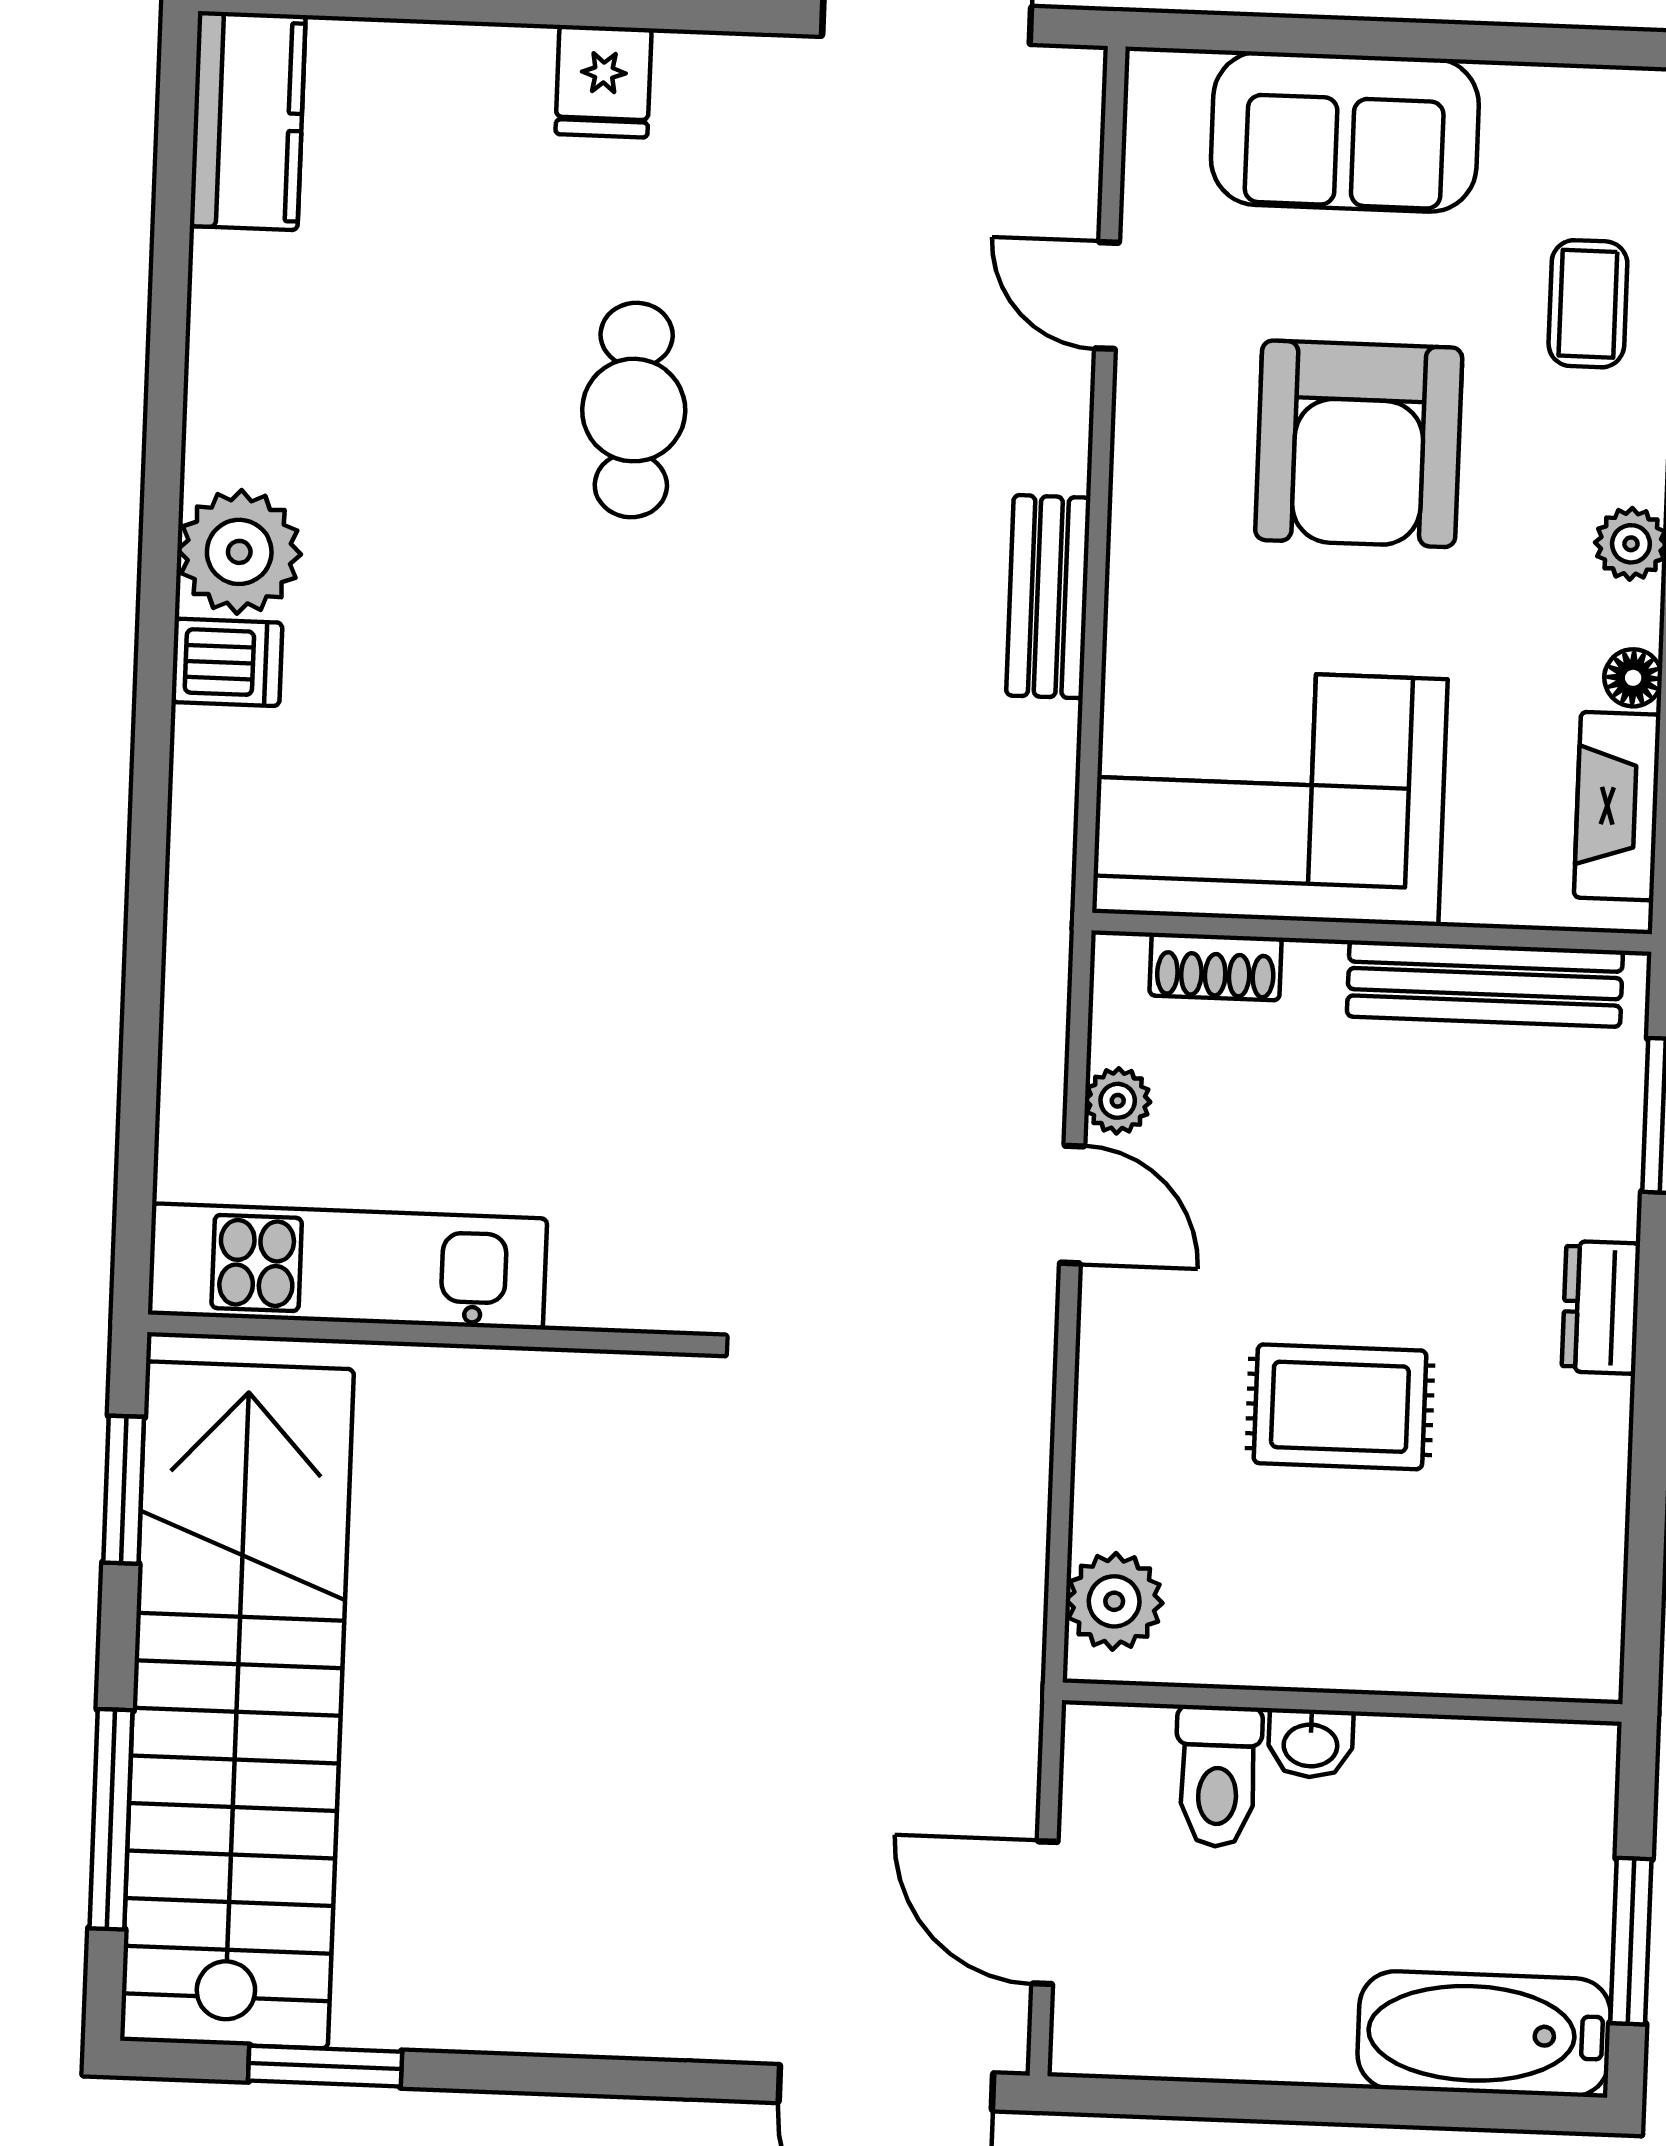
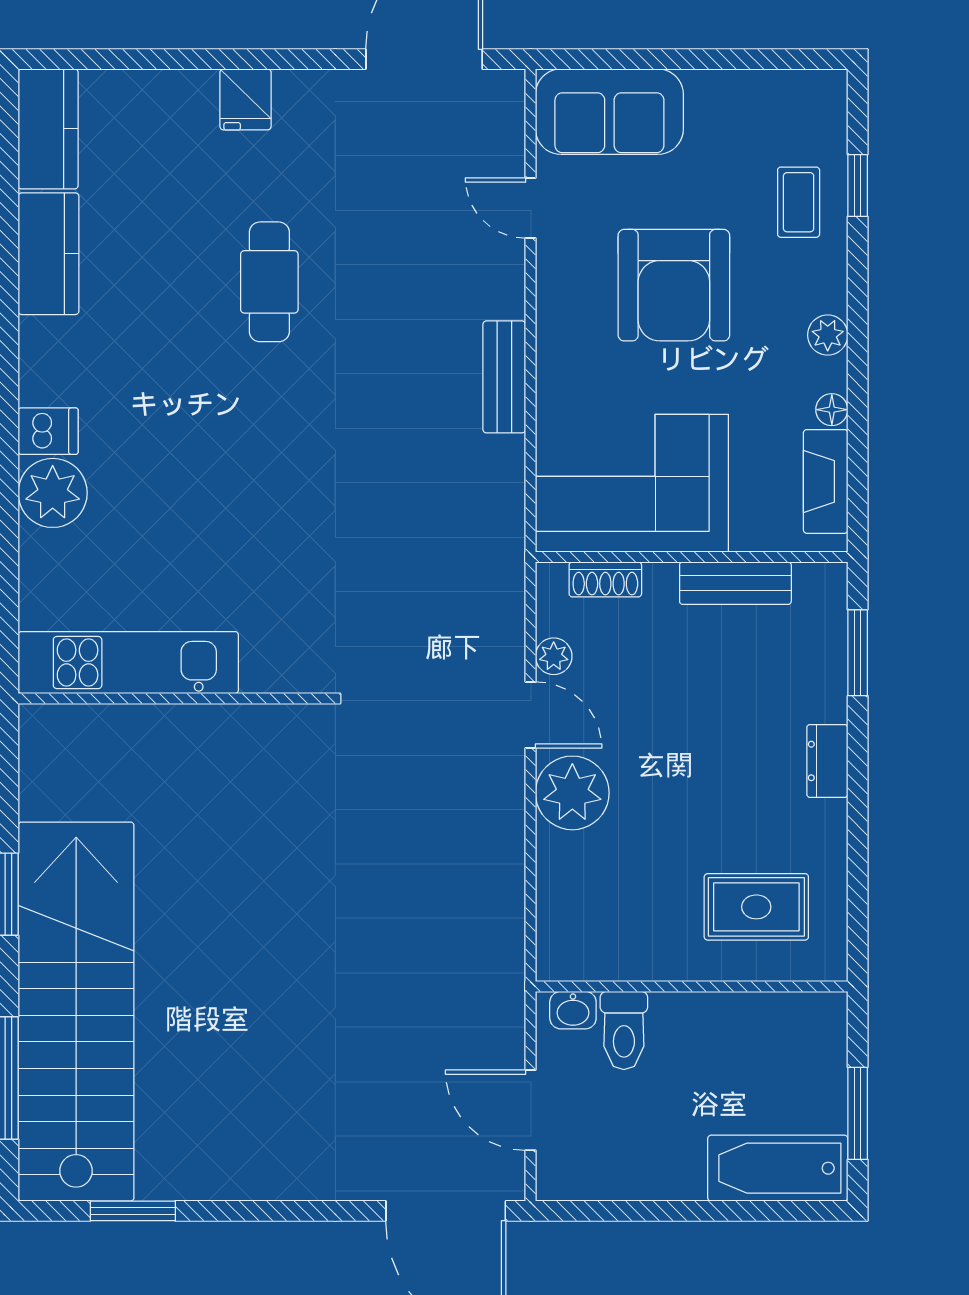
sofa: (1345, 132) -> (609, 112), moved
kitchen counter: (240, 344) -> (48, 254), added
plant: (239, 552) -> (53, 493), moved
bench: (1485, 984) -> (735, 583), width x0.73
kitchen unit: (347, 1266) -> (128, 663), moved
wall: (428, 1334) -> (174, 698), moved
rug: (1340, 1407) -> (756, 907), moved
plant: (1114, 1601) -> (572, 793), moved, width x1.36, depth x1.36
washbasin: (1311, 1743) -> (573, 1010), moved

